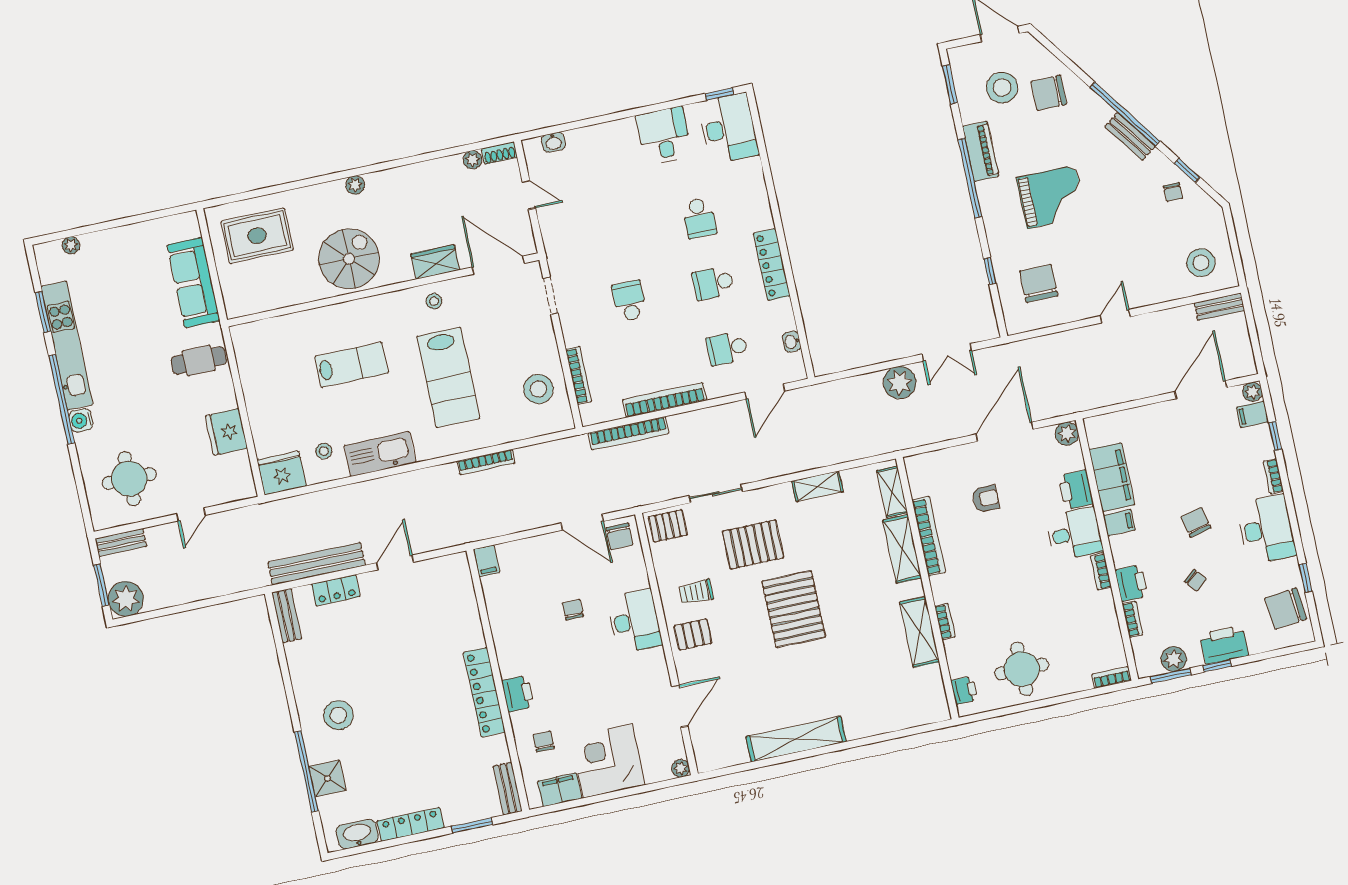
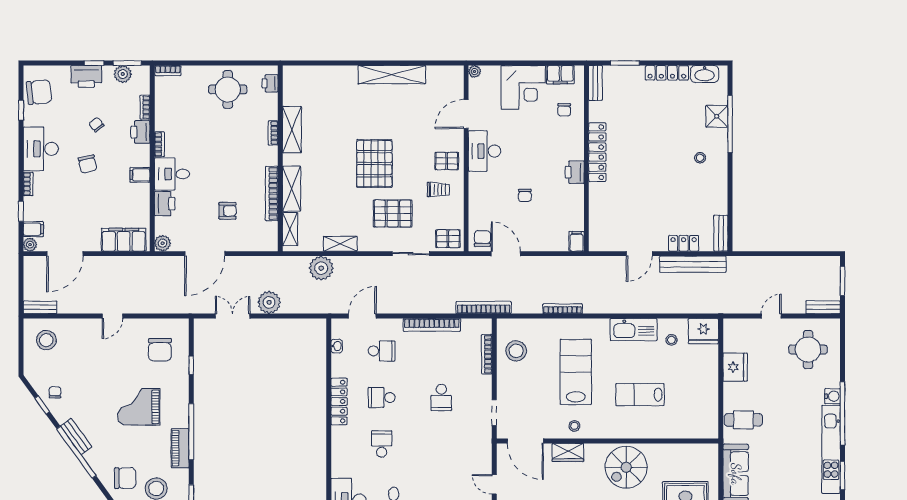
school desk: (713, 283) -> (382, 397), turned 180
bookcase: (629, 433) -> (484, 308), moved
filing cabinet: (1112, 477) -> (124, 240), moved, turned 90
armchair: (986, 499) -> (227, 211), turned 180
plant: (126, 599) -> (321, 268), moved
desk: (635, 621) -> (484, 151), moved
printer: (518, 694) -> (575, 172), moved
stool: (338, 715) -> (700, 158), width x0.53, depth x0.53

